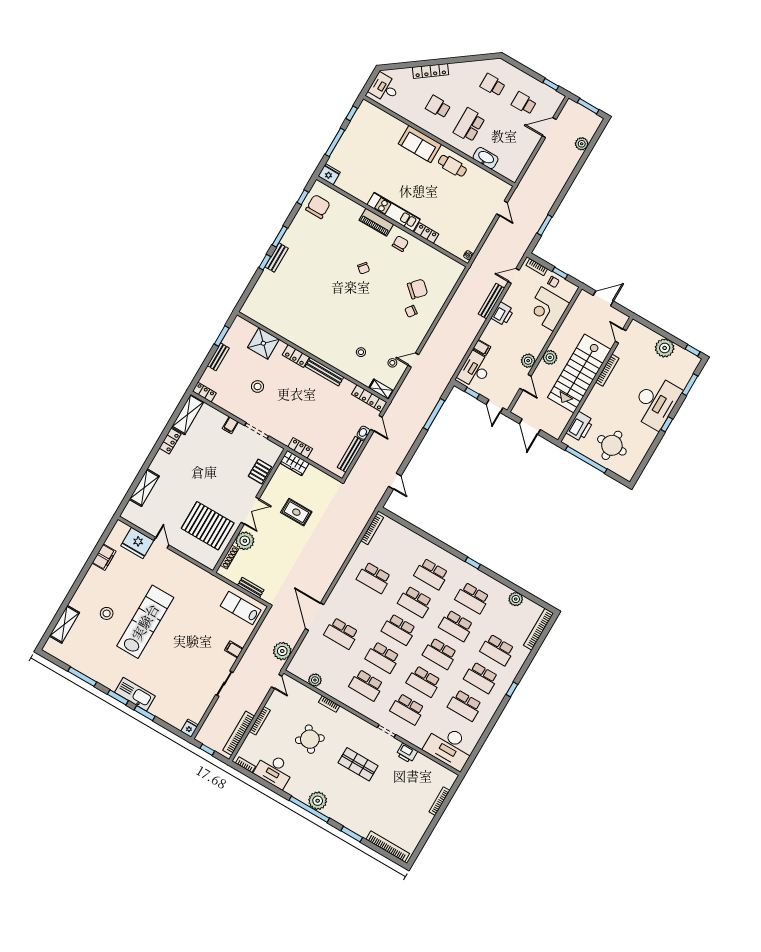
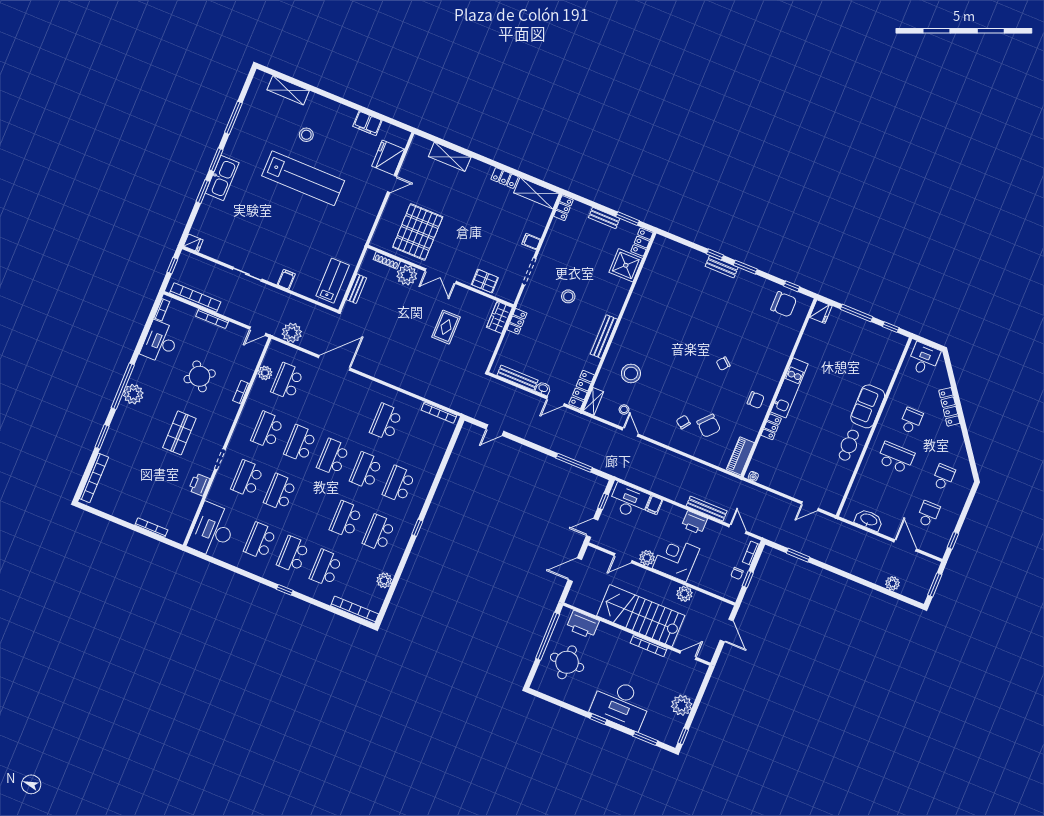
washbasin: (486, 158) -> (869, 520), moved, turned -90
piano: (376, 222) -> (740, 456), moved
corner desk: (547, 309) -> (676, 558), moved
stool: (361, 352) -> (631, 373), width x1.89, depth x1.89
locker: (296, 356) -> (642, 242), moved
plant: (550, 357) -> (684, 594), moved
stool: (258, 387) -> (568, 296), moved
school desk: (341, 633) -> (287, 381), moved
school desk: (440, 654) -> (313, 506), removed

